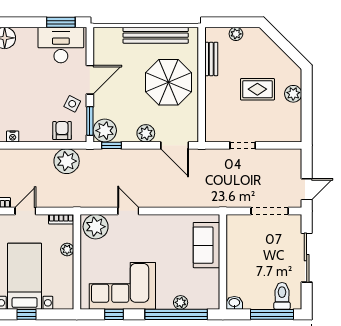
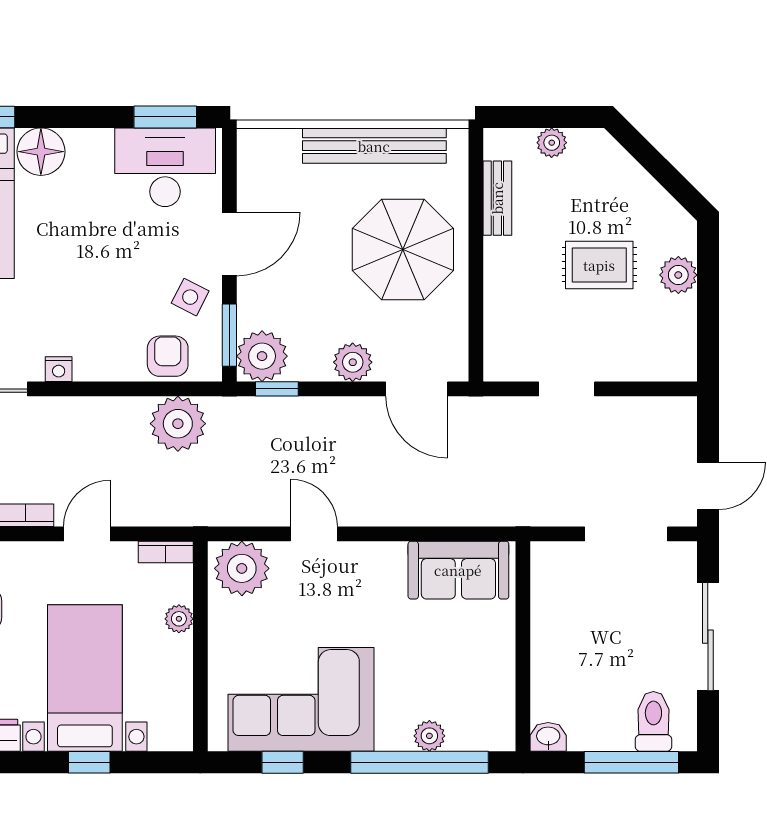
sofa: (206, 245) -> (458, 570), moved, turned -90

